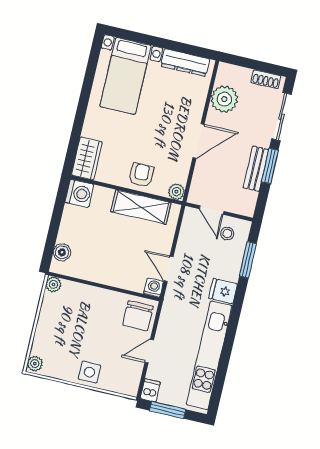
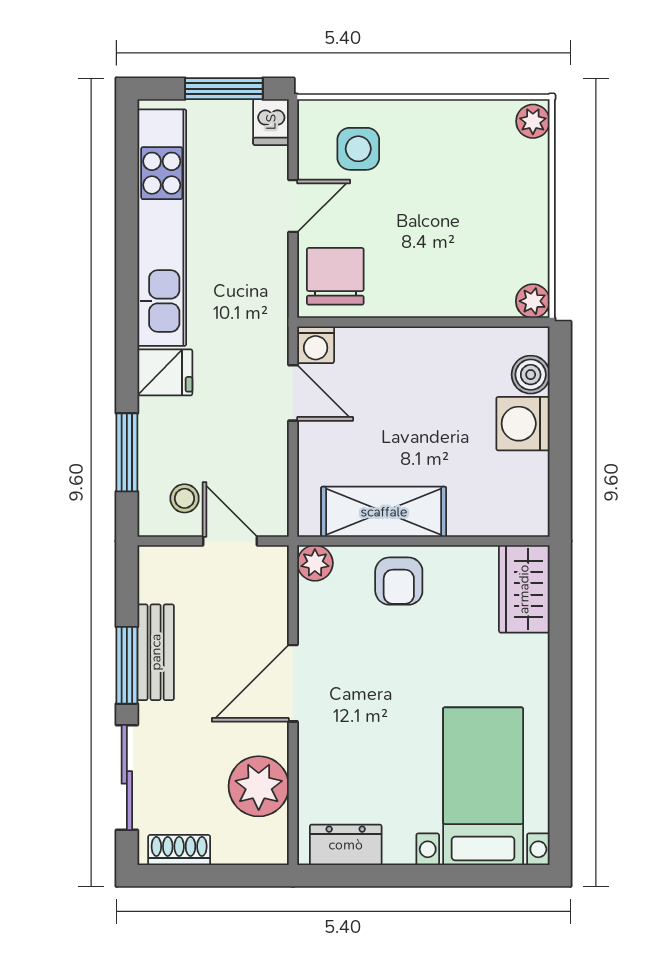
dresser: (185, 63) -> (346, 845), width x0.70
washing machine: (79, 193) -> (523, 424), moved
side table: (90, 372) -> (358, 149), moved

